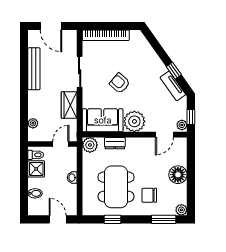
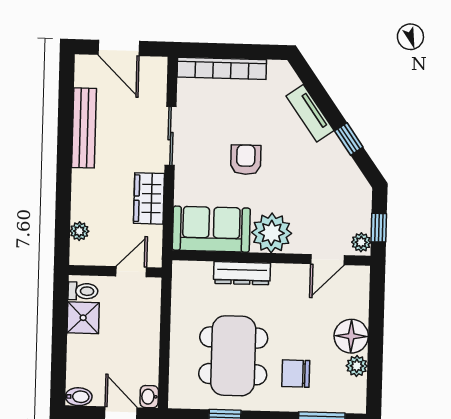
armchair: (120, 83) -> (246, 160), turned 49
tv unit: (173, 86) -> (310, 113), moved
dresser: (115, 143) -> (242, 273), width x1.44
plant: (90, 145) -> (186, 275), removed
washbasin: (72, 178) -> (149, 397), moved
bidet: (35, 193) -> (79, 397), moved
plant: (181, 210) -> (357, 366), moved

